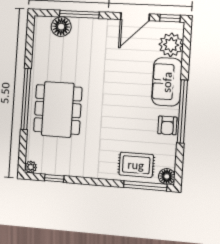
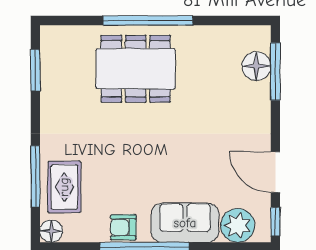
window: (79, 14) -> (275, 72), moved
plant: (31, 167) -> (49, 34), removed
window: (54, 178) -> (35, 70), width x1.50
window: (145, 186) -> (35, 176), moved

